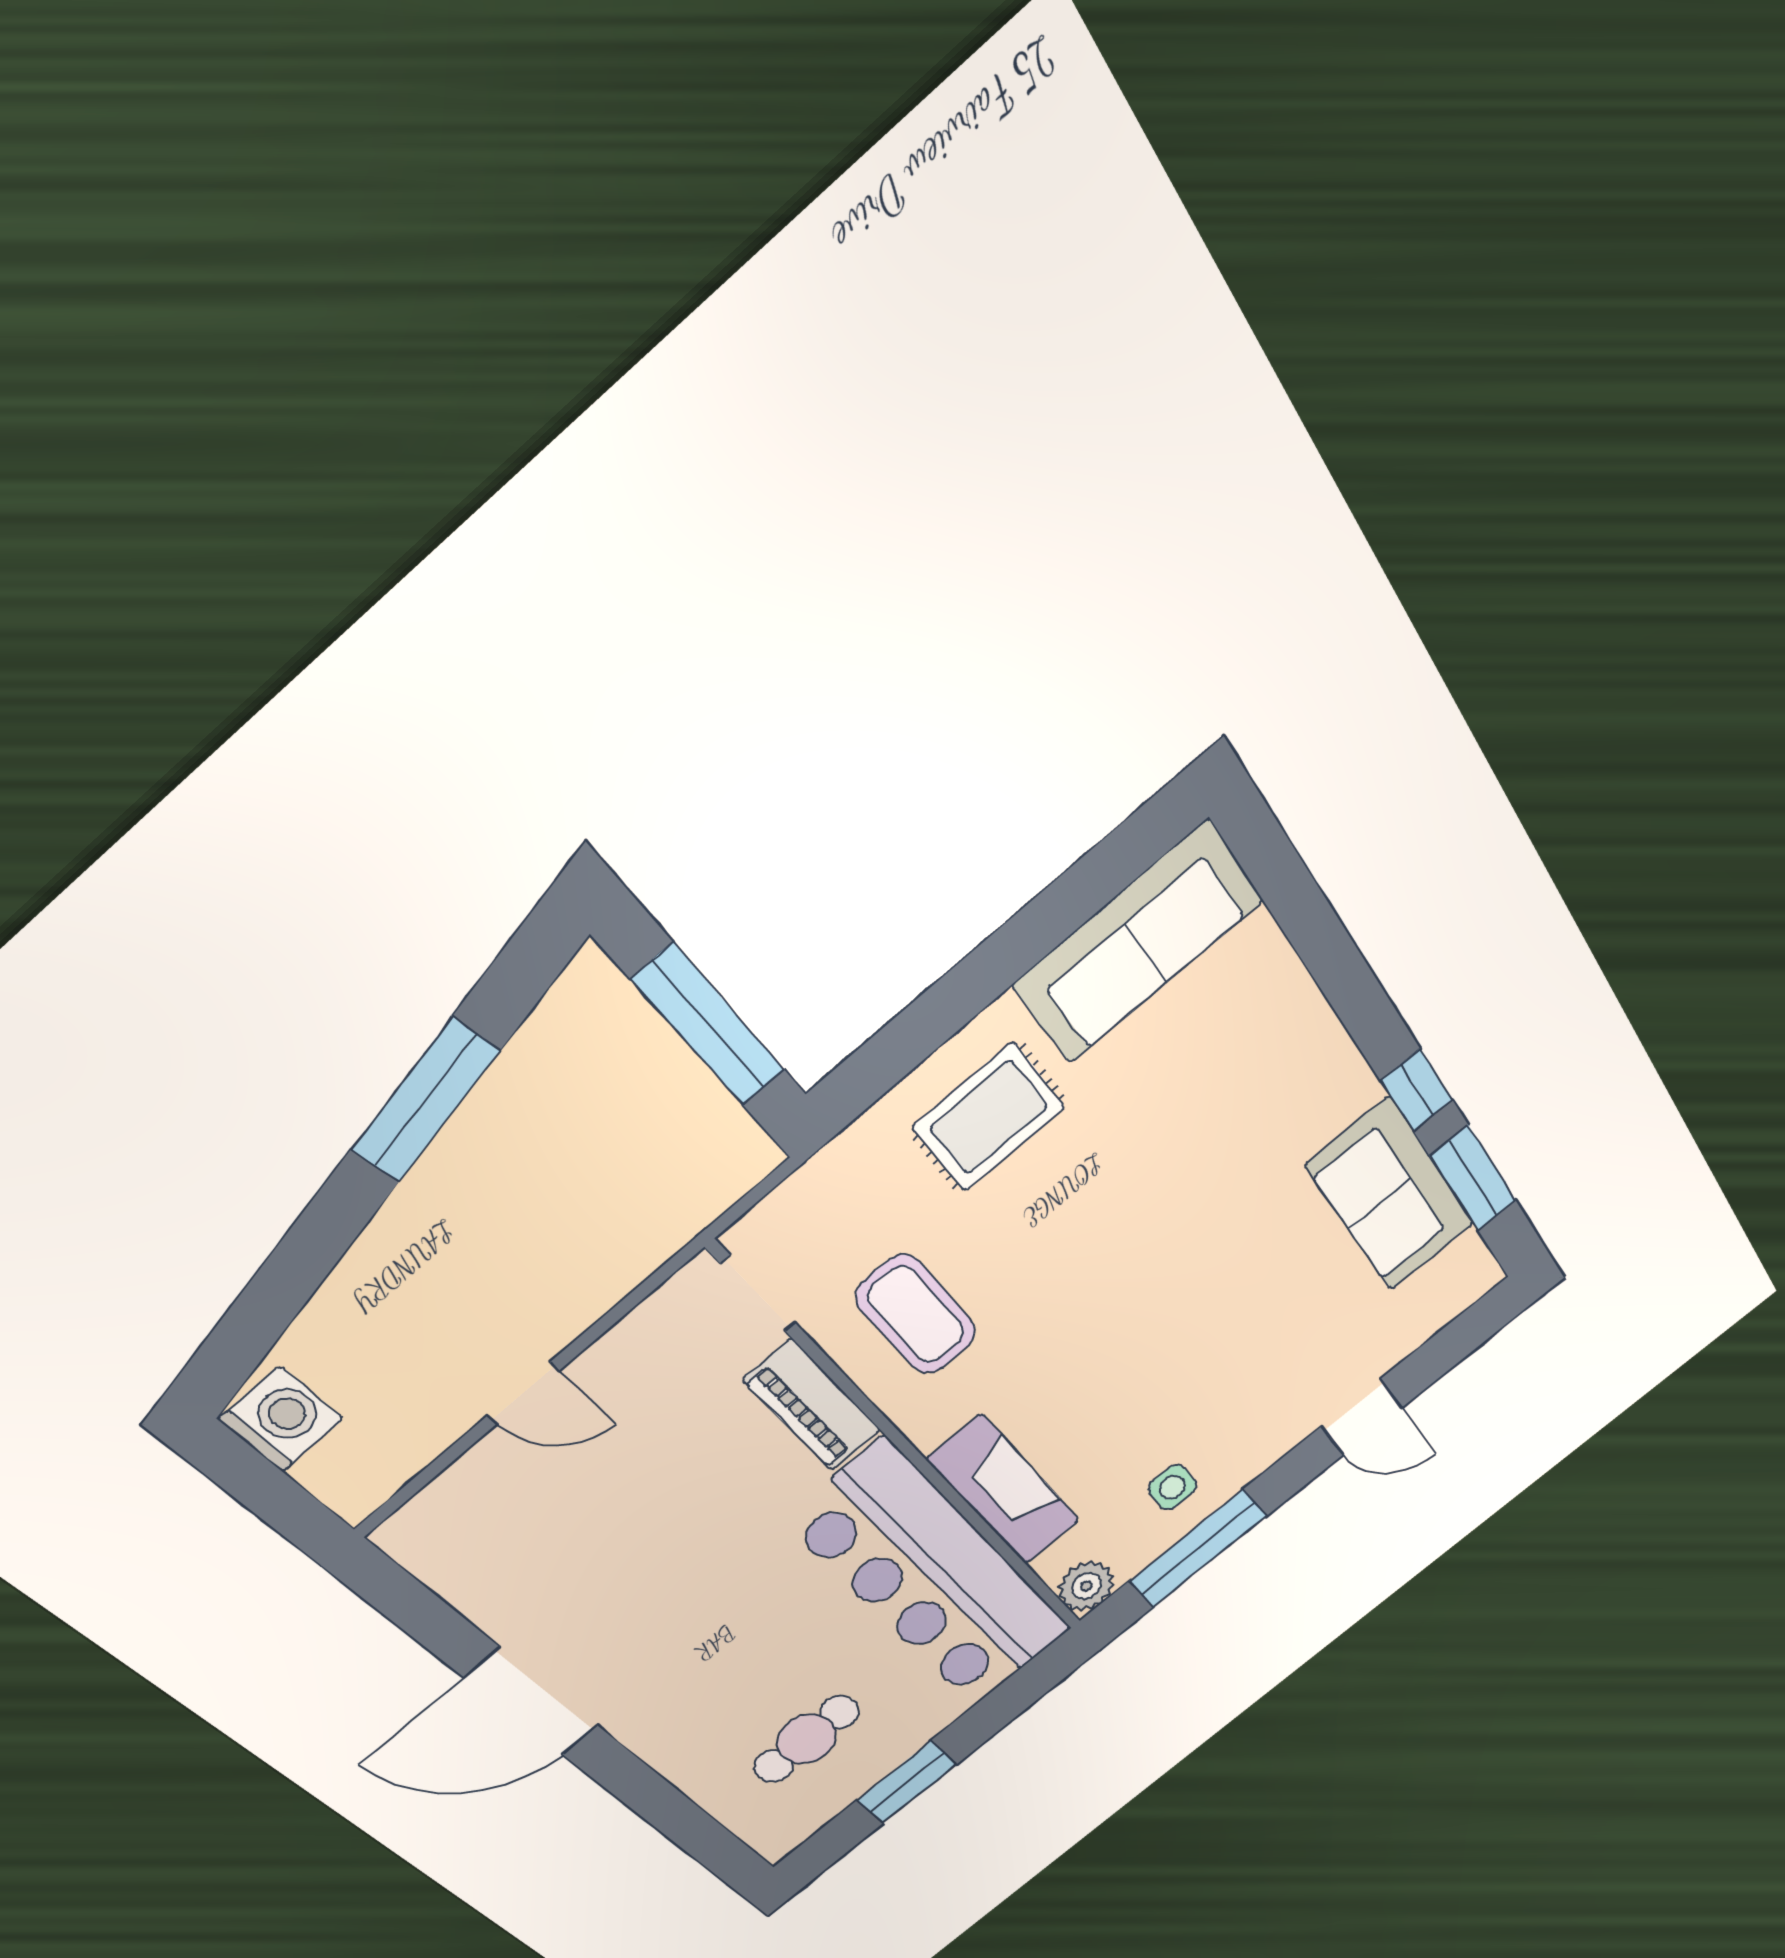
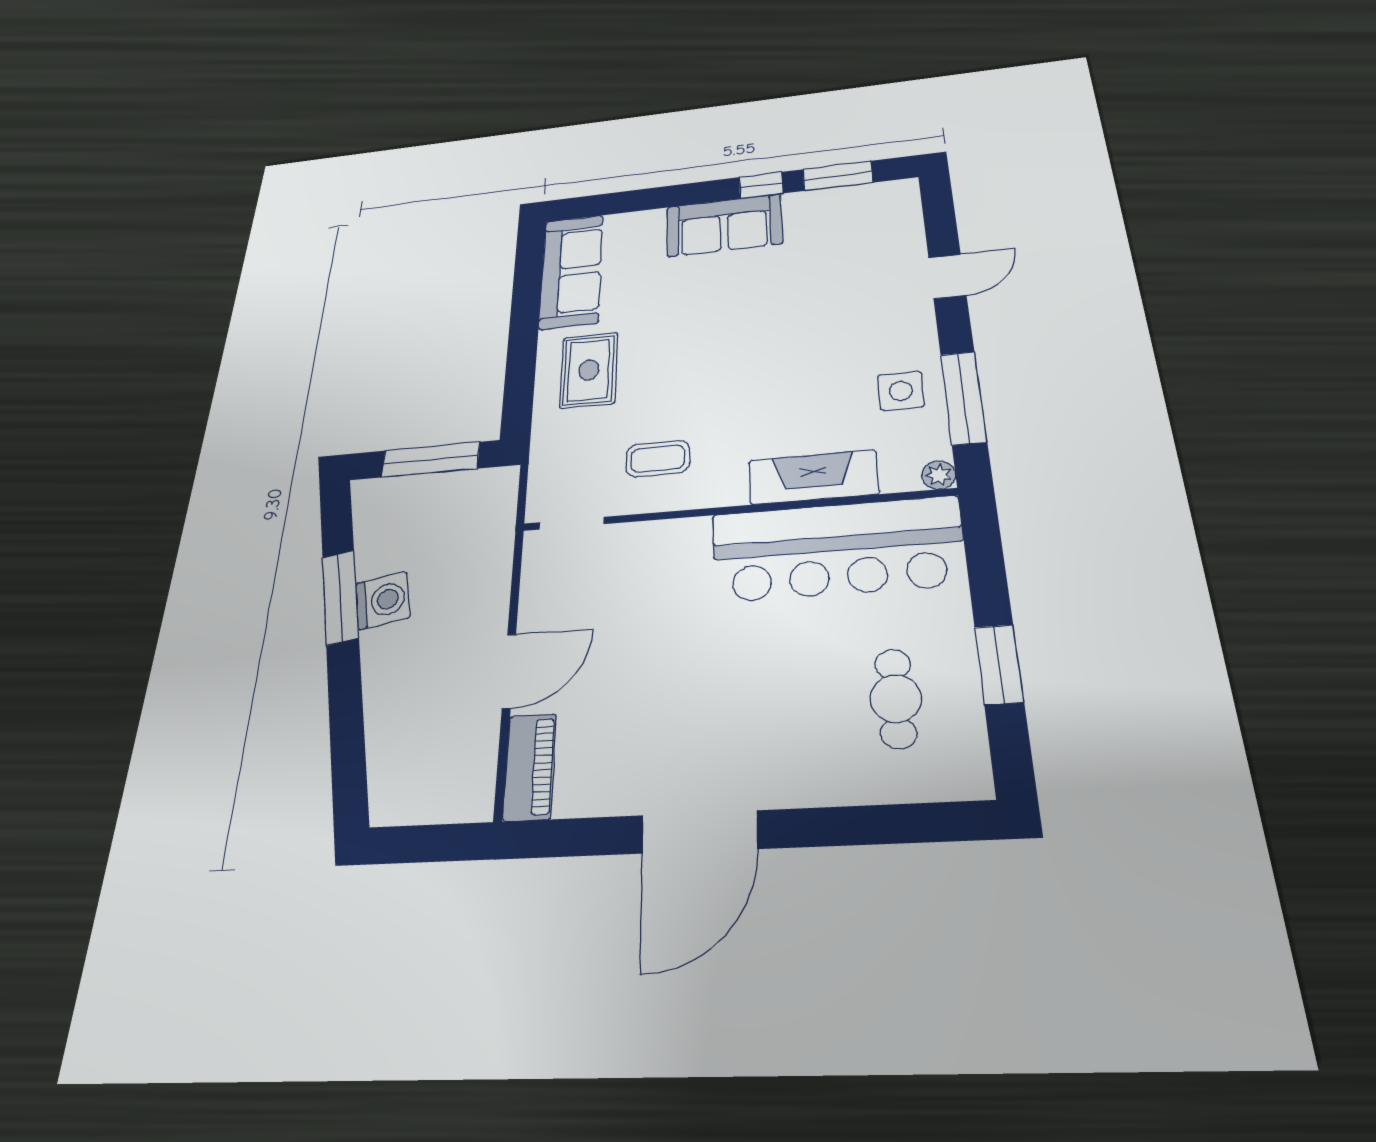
sofa: (1390, 1195) -> (724, 225), moved
coffee table: (916, 1314) -> (658, 459), width x0.73, depth x0.77
door: (523, 1393) -> (509, 671), width x1.38
piano: (812, 1405) -> (530, 767), moved, turned -90
washing machine: (281, 1419) -> (383, 600), moved, turned 79
side table: (1172, 1487) -> (901, 391), width x1.37, depth x1.37
plant: (1086, 1586) -> (939, 475), width x0.73, depth x0.73

